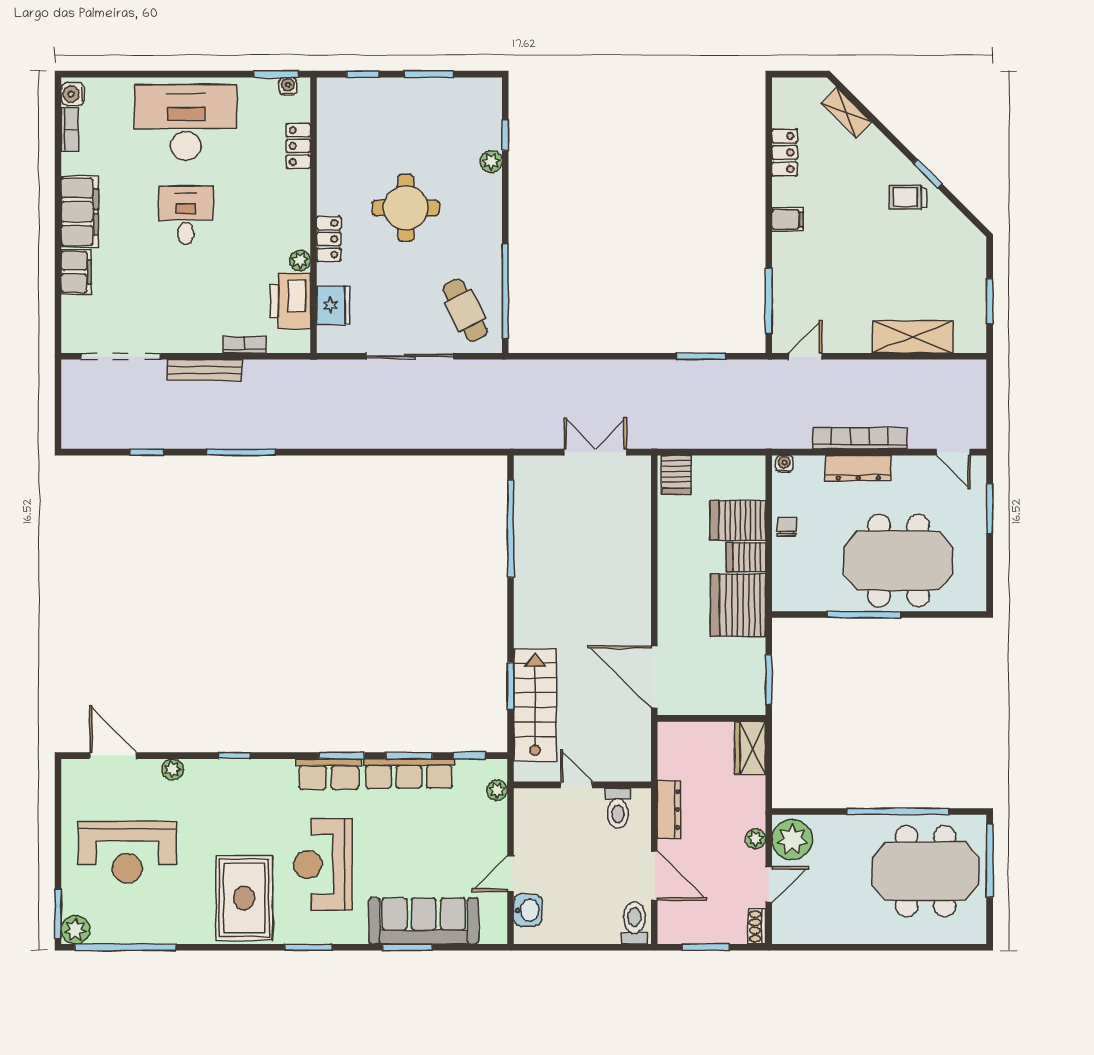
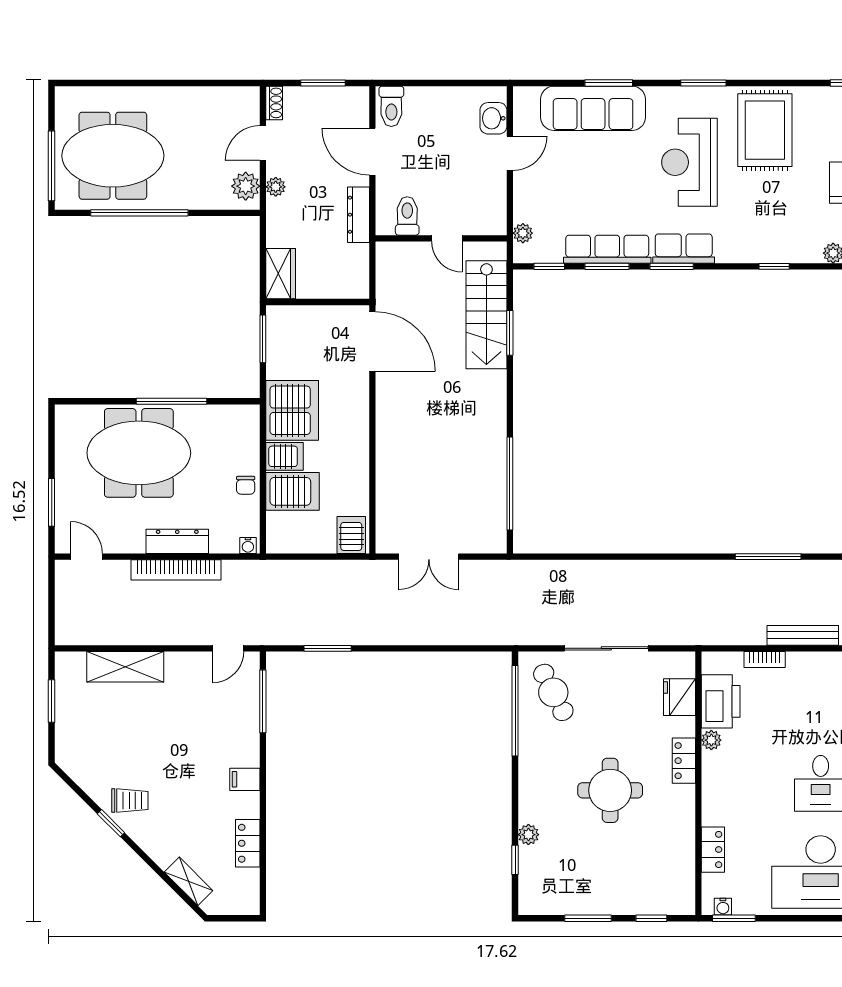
plant: (792, 839) -> (246, 186), width x0.73, depth x0.73
reception desk: (323, 864) -> (689, 162), turned 180

